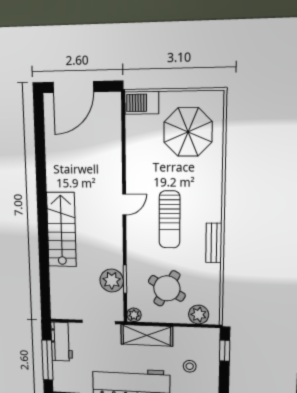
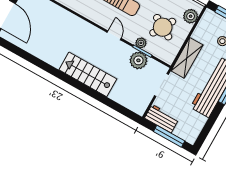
door: (124, 204) -> (114, 35), moved
plant: (134, 315) -> (141, 43), moved

